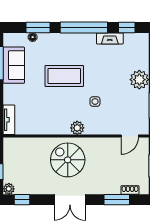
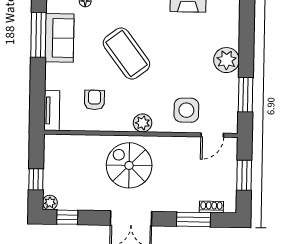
coffee table: (64, 76) -> (126, 54), turned 53
side table: (95, 102) -> (186, 110), moved, width x1.87, depth x1.87
armchair: (41, 111) -> (94, 100), added

